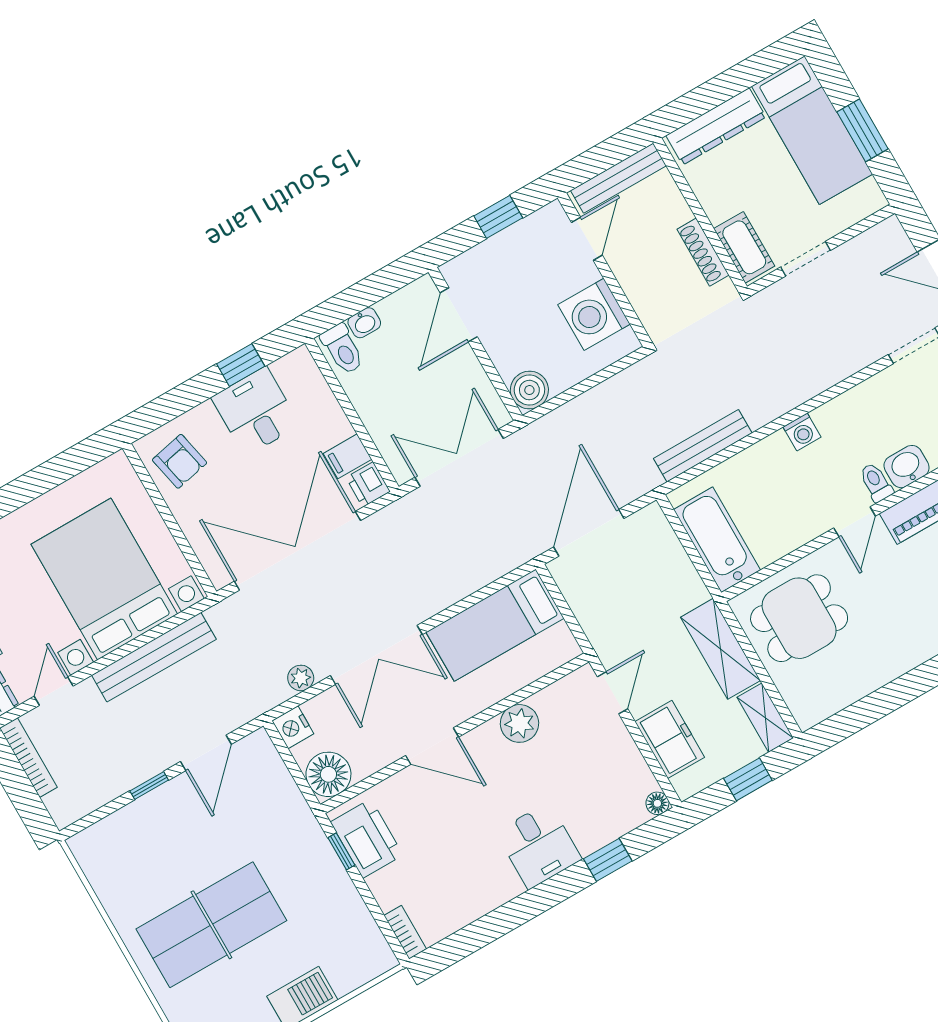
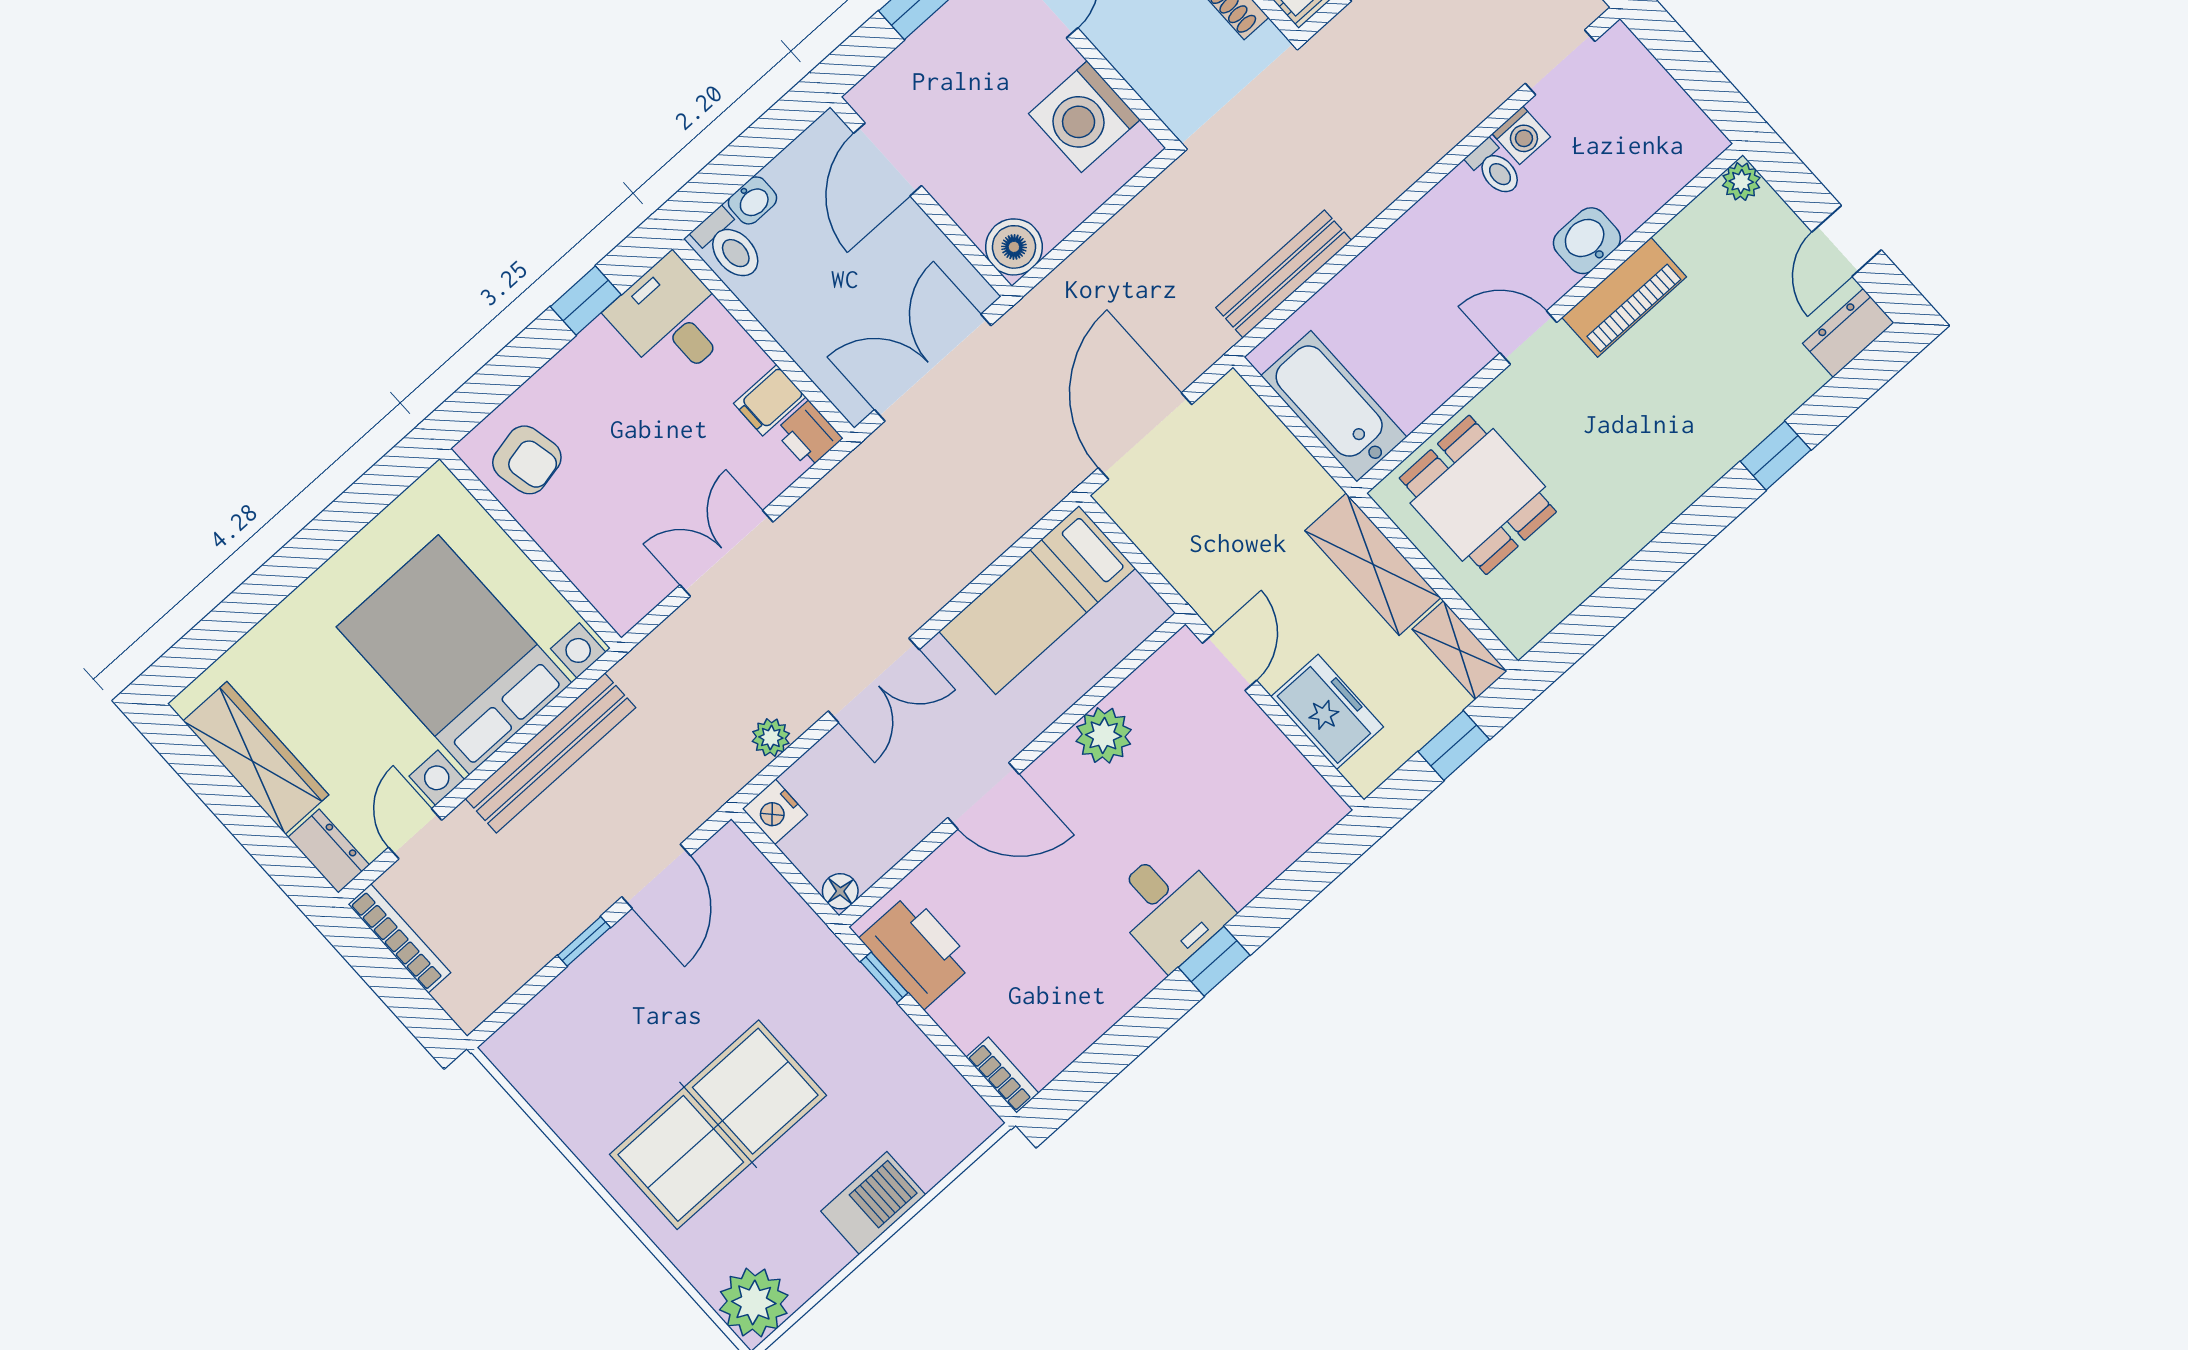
desk: (256, 411) -> (671, 319), moved
washing machine: (802, 432) -> (1521, 135), moved
toilet: (876, 482) -> (1495, 168), moved, turned 180
door: (854, 522) -> (1528, 338), swing flipped
double door: (297, 551) -> (726, 553), width x0.54
dining table: (799, 618) -> (1478, 495), turned 90
double door: (376, 655) -> (874, 680), width x0.73
floor lamp: (328, 774) -> (840, 891), width x0.53, depth x0.53
floor lamp: (657, 803) -> (1329, 809), removed
window: (608, 860) -> (1214, 961), moved

